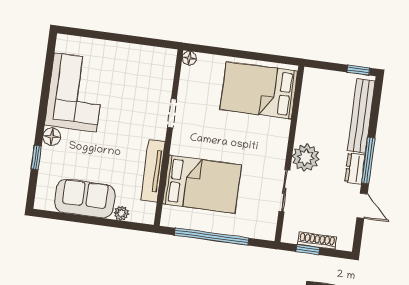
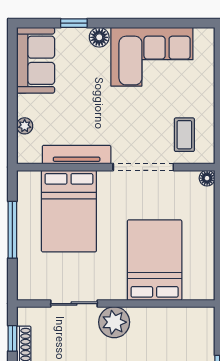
coffee table: (148, 73) -> (184, 135), added
bed: (259, 90) -> (155, 260), moved
doorway: (172, 113) -> (143, 167), width x1.88
sofa: (85, 199) -> (36, 60), moved
window: (212, 237) -> (12, 230), width x0.68

